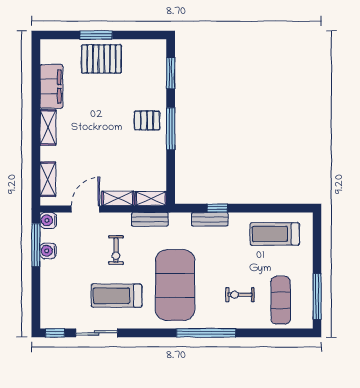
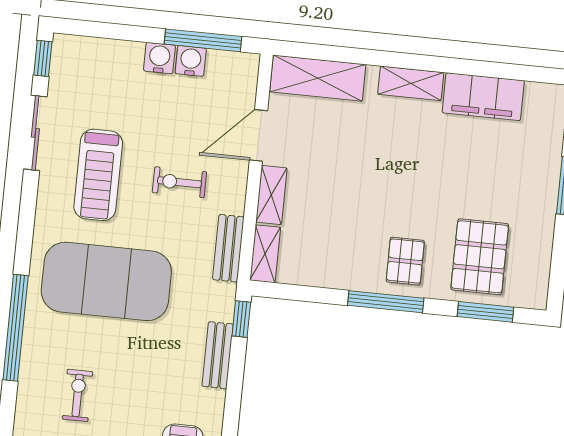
pallet: (101, 59) -> (480, 257), moved
shelving: (48, 179) -> (318, 78), width x1.50, depth x1.33
window: (217, 208) -> (241, 319), moved
door: (85, 209) -> (258, 135), swing flipped
water cooler: (48, 220) -> (159, 58), moved
treadmill: (116, 296) -> (98, 175), turned 180

